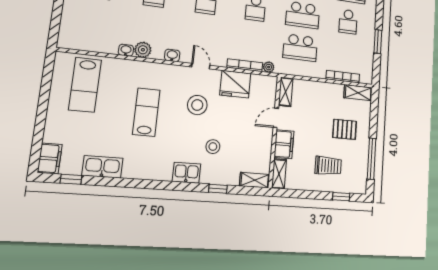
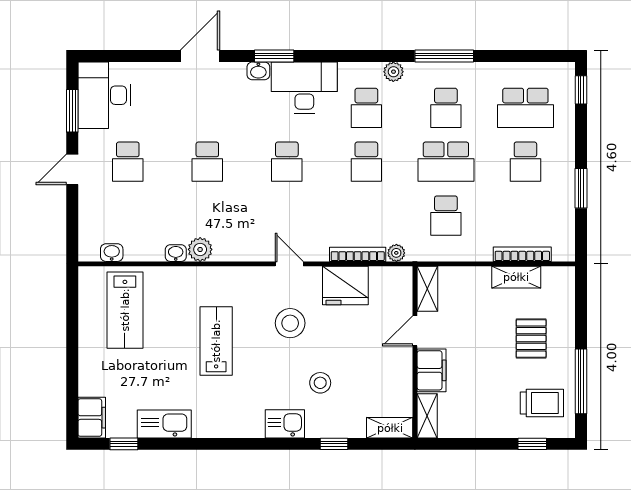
school desk: (300, 48) -> (446, 216), width x0.54
washbasin: (172, 55) -> (112, 253), moved
shelving: (358, 93) -> (516, 277), moved
pallet: (345, 129) -> (531, 339), turned 90
trolley: (328, 166) -> (542, 403), moved

